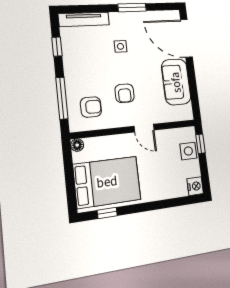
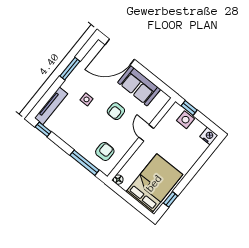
window: (57, 47) -> (43, 129), moved
armchair: (125, 93) -> (116, 111), moved, turned 90
door: (144, 128) -> (146, 133), swing flipped

